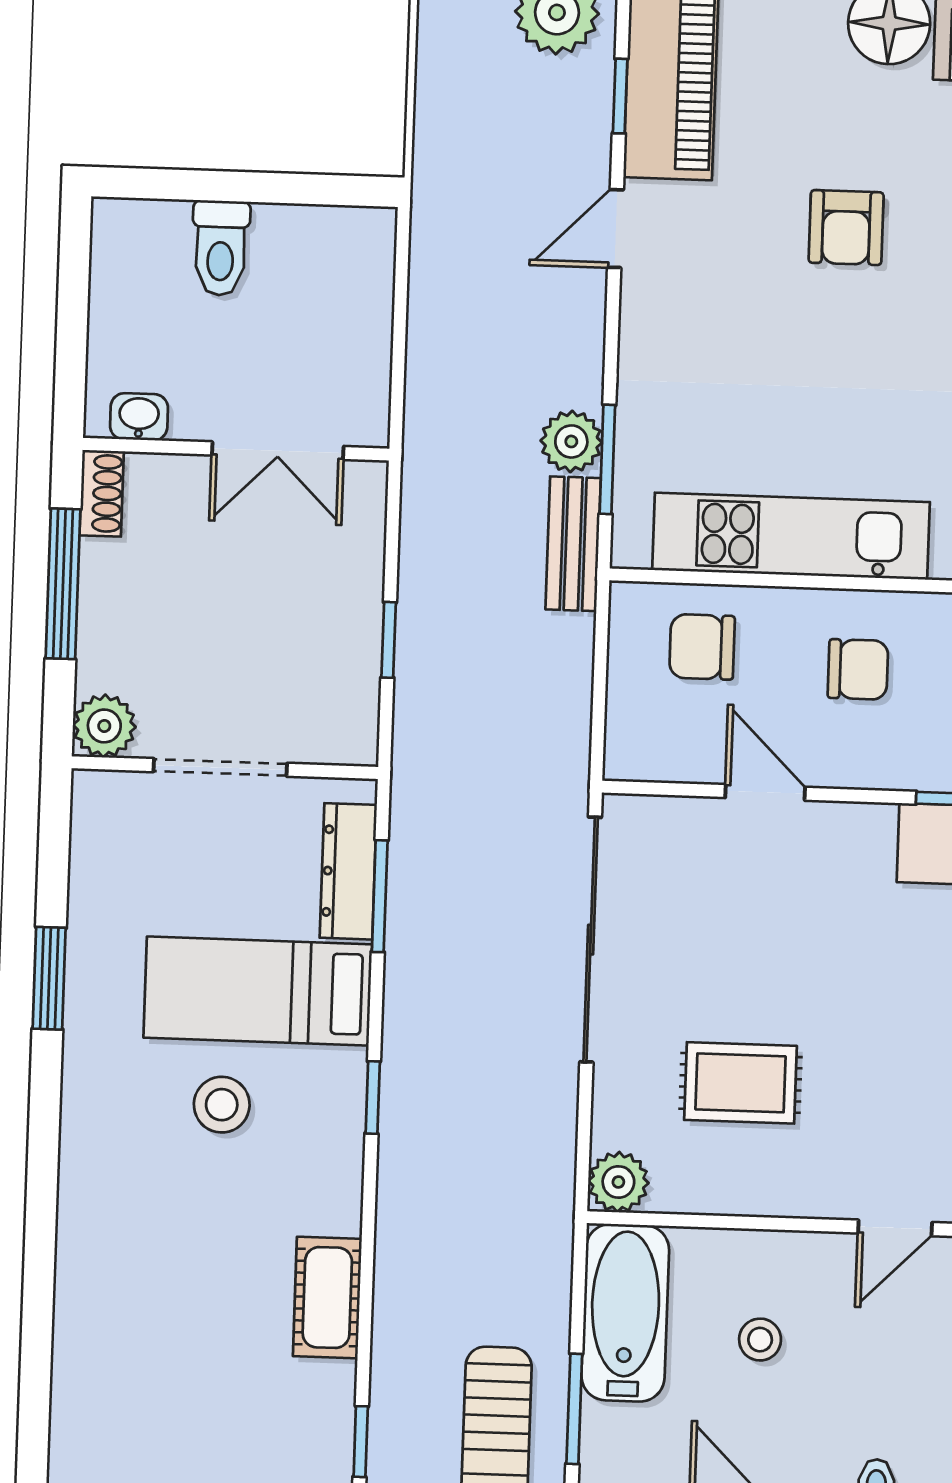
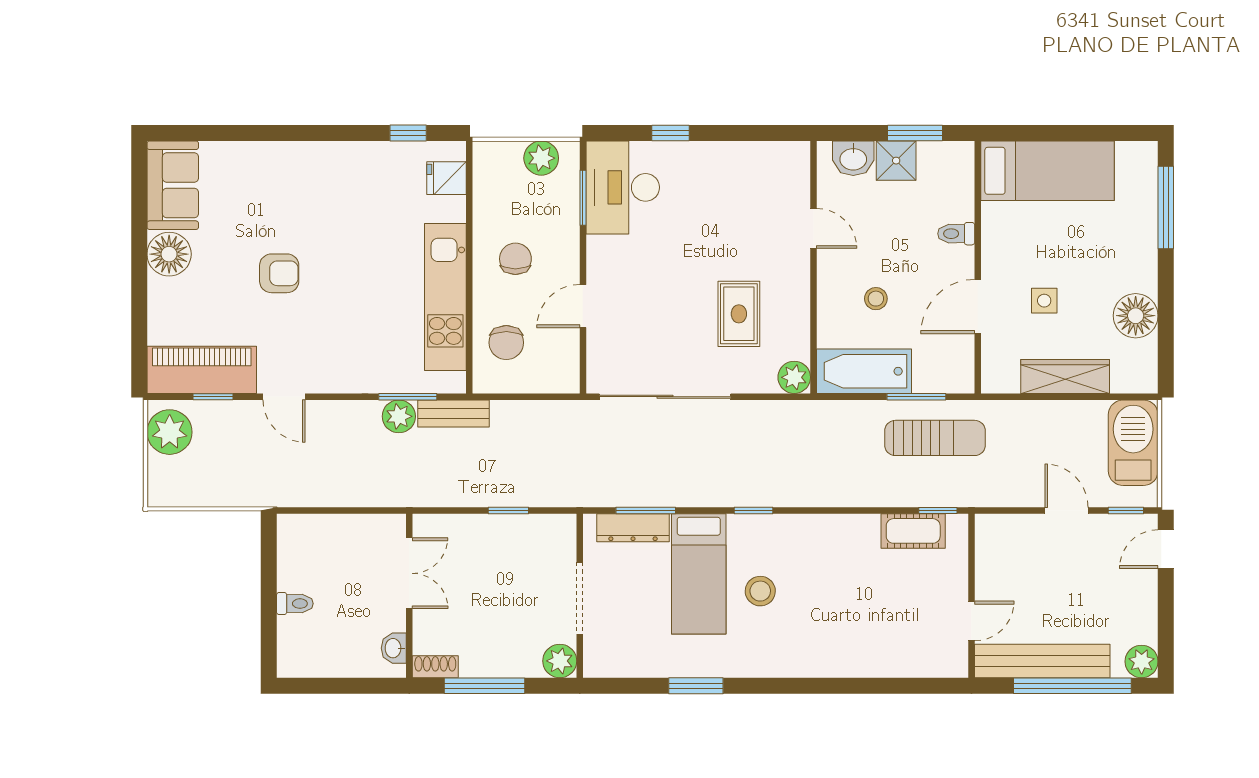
toilet: (221, 248) -> (295, 604), width x0.73, depth x0.72
cot: (327, 1297) -> (913, 531), moved

